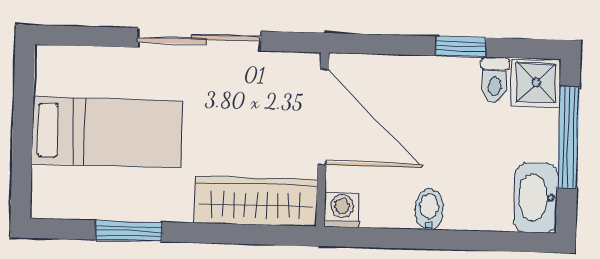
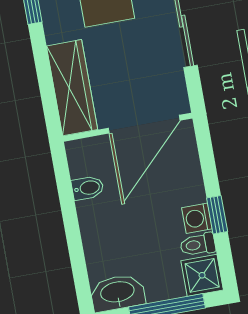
bidet: (429, 209) -> (88, 188), moved
washing machine: (342, 210) -> (197, 218), moved, turned 180

